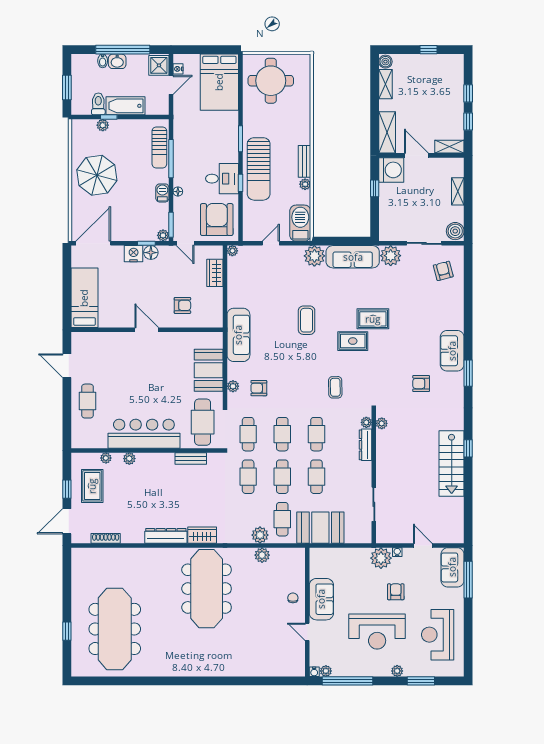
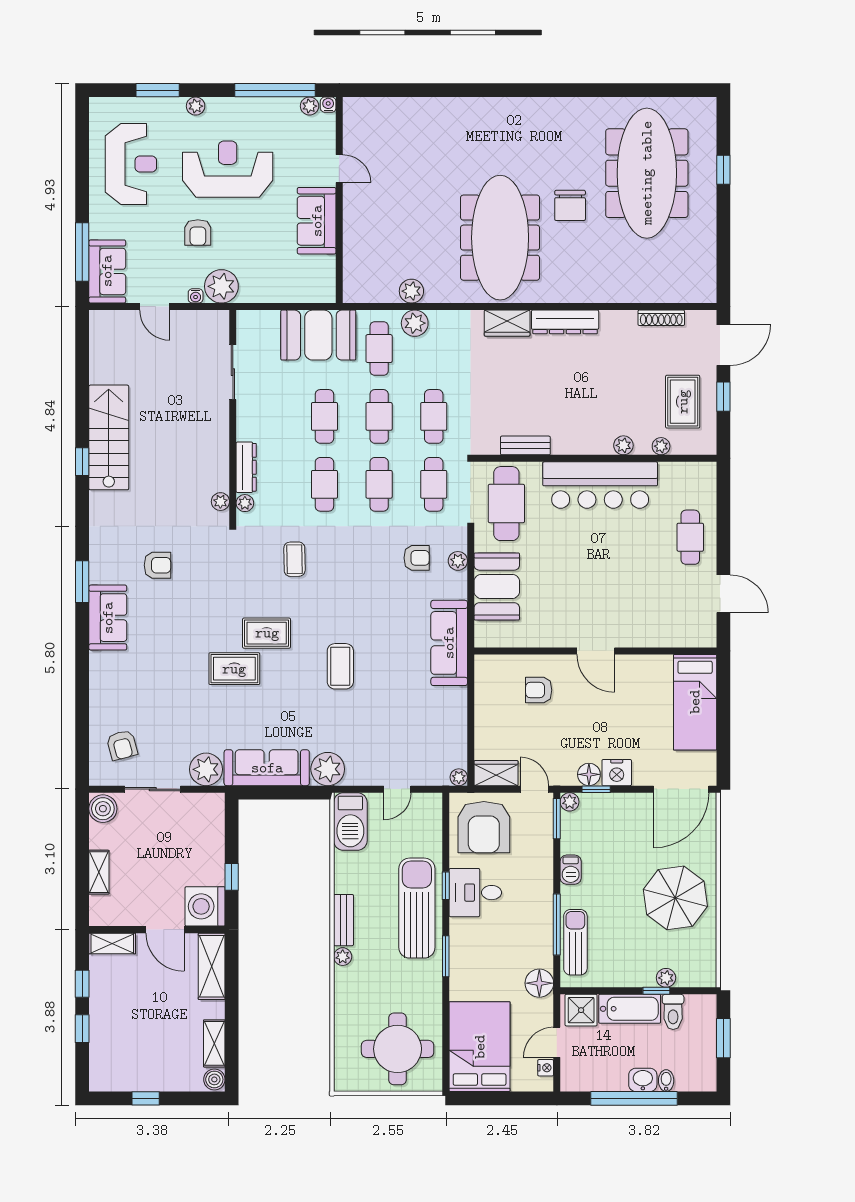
shower: (159, 65) -> (581, 1010), moved
plant: (305, 184) -> (343, 957), moved
floor lamp: (178, 192) -> (539, 983), moved, width x1.89, depth x1.89
wardrobe: (215, 273) -> (496, 773), moved, turned -90
chair: (293, 598) -> (570, 205), moved, width x1.87, depth x1.87

